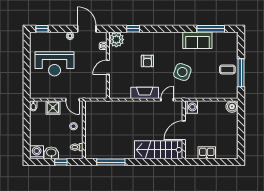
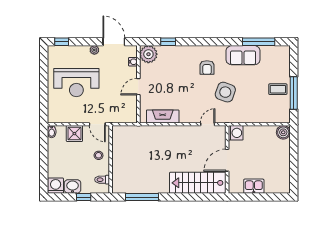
armchair: (147, 61) -> (207, 67), moved
fireplace: (145, 93) -> (163, 116), moved

